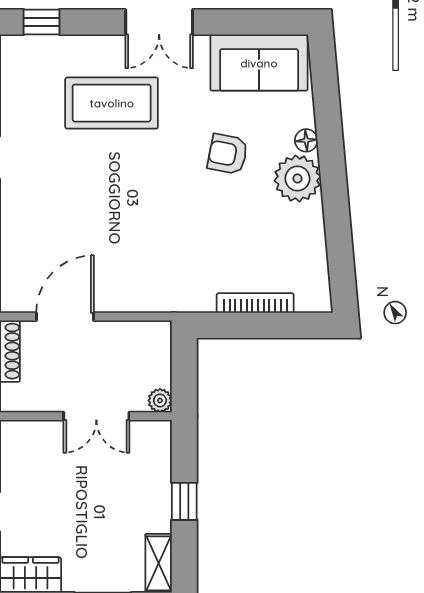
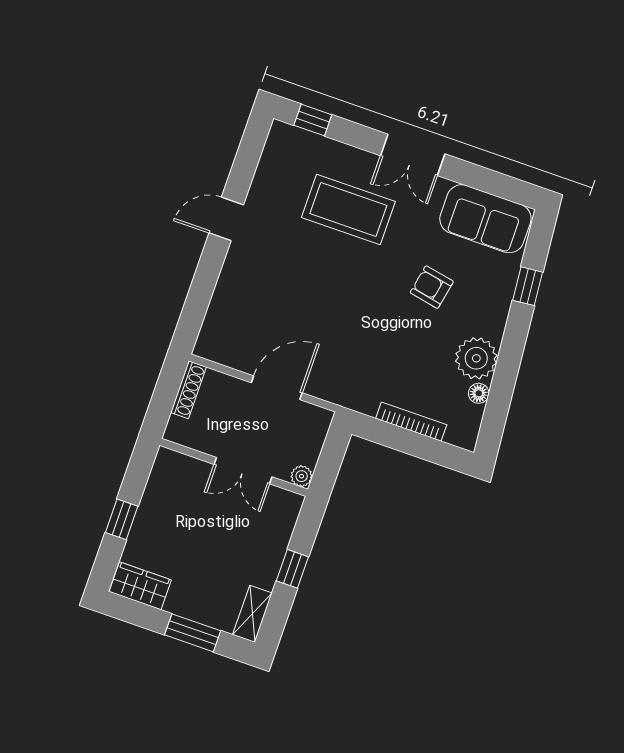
window: (328, 118) -> (528, 286), added
floor lamp: (306, 140) -> (479, 393), moved
plant: (297, 179) -> (476, 358), moved
door: (65, 317) -> (277, 388), moved

